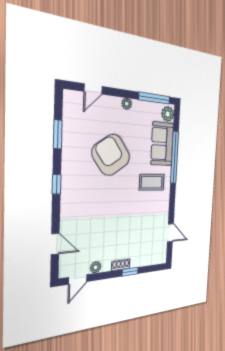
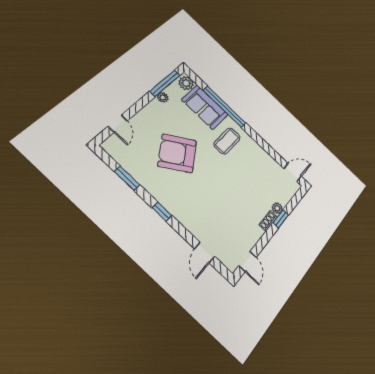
plant: (127, 104) -> (163, 97), moved
door: (170, 233) -> (293, 172), moved
door: (55, 244) -> (205, 253), swing flipped
plant: (96, 267) -> (277, 208), moved

